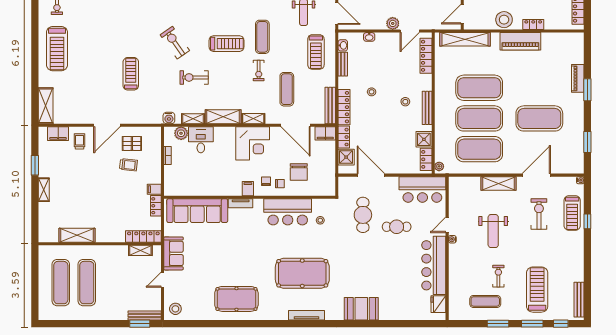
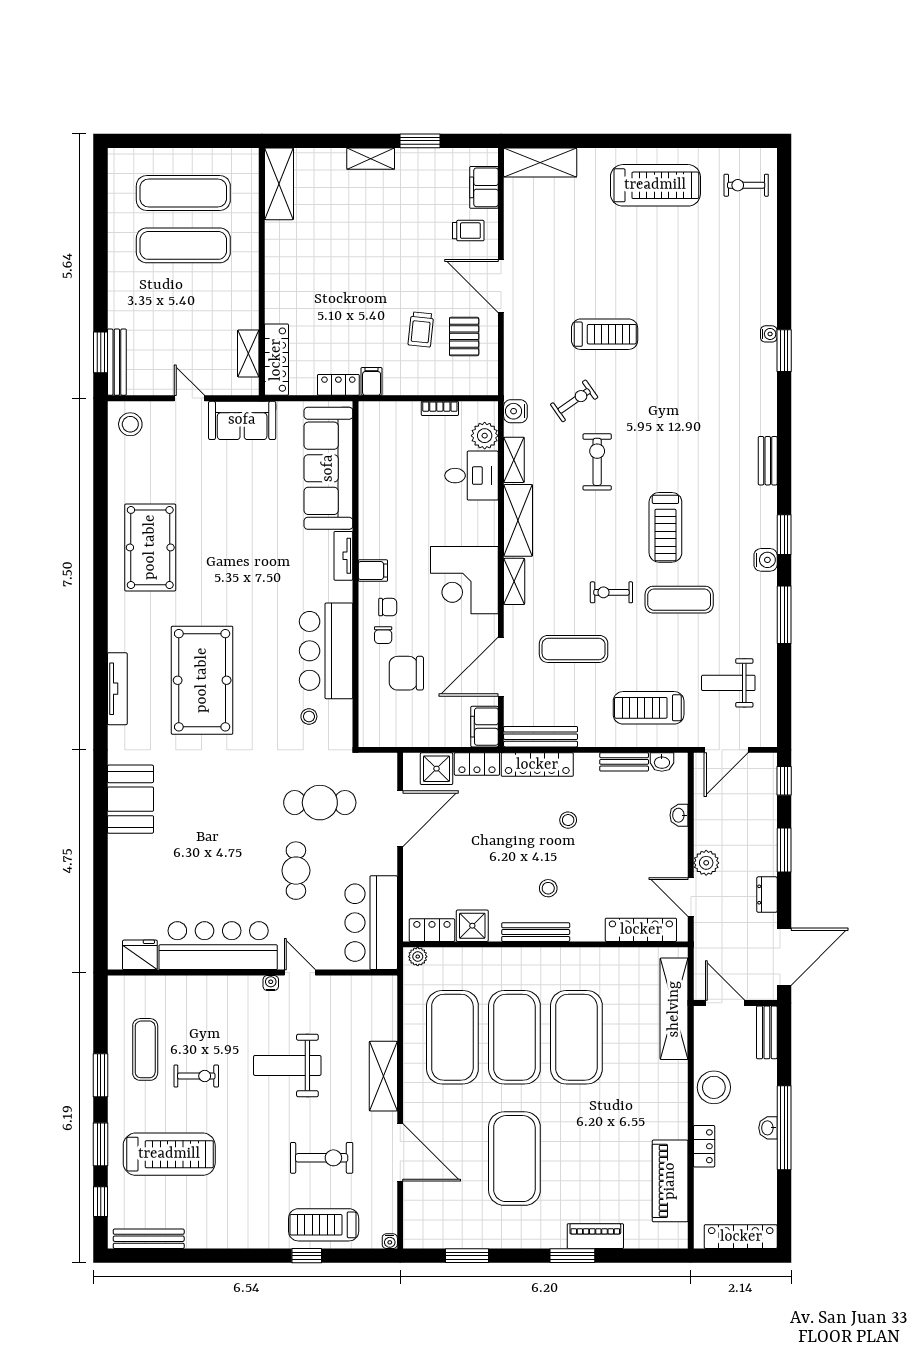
piano: (520, 41) -> (670, 1181), moved
exercise bike: (175, 43) -> (574, 401), moved, width x0.73, depth x0.72
treadmill: (57, 49) -> (655, 185), turned 180
shelving: (77, 235) -> (279, 184), moved

